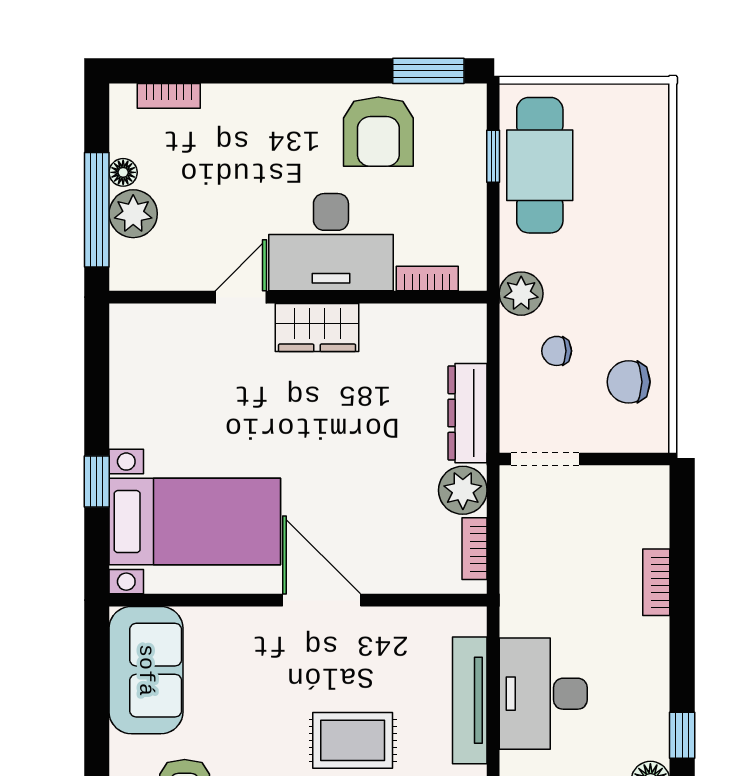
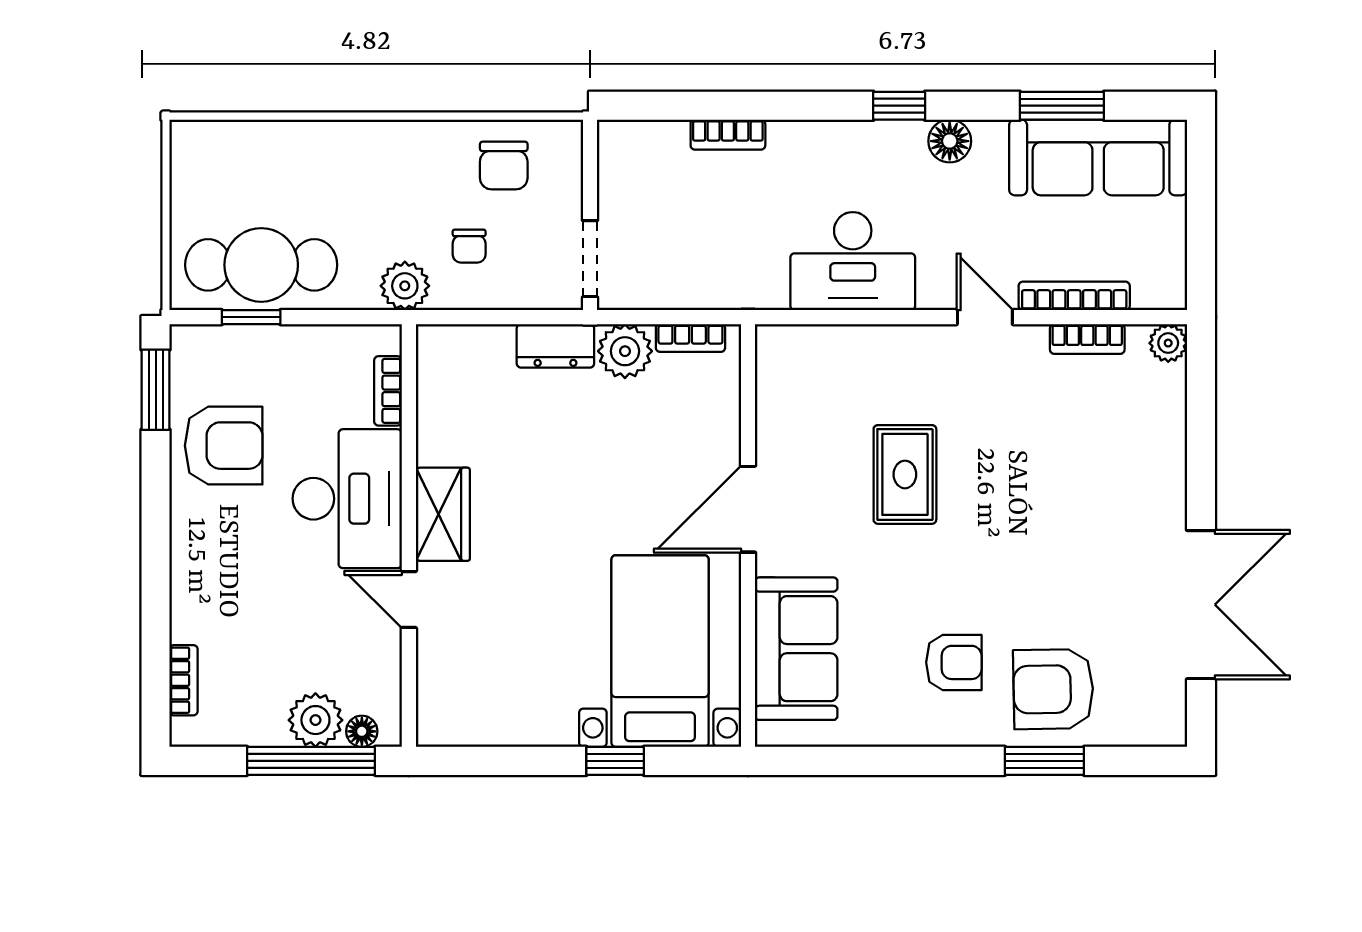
floor lamp: (123, 172) -> (362, 731), moved
dresser: (467, 413) -> (555, 346), width x0.70
sofa: (146, 670) -> (796, 649), moved, turned 90
tv unit: (470, 700) -> (860, 343), removed

